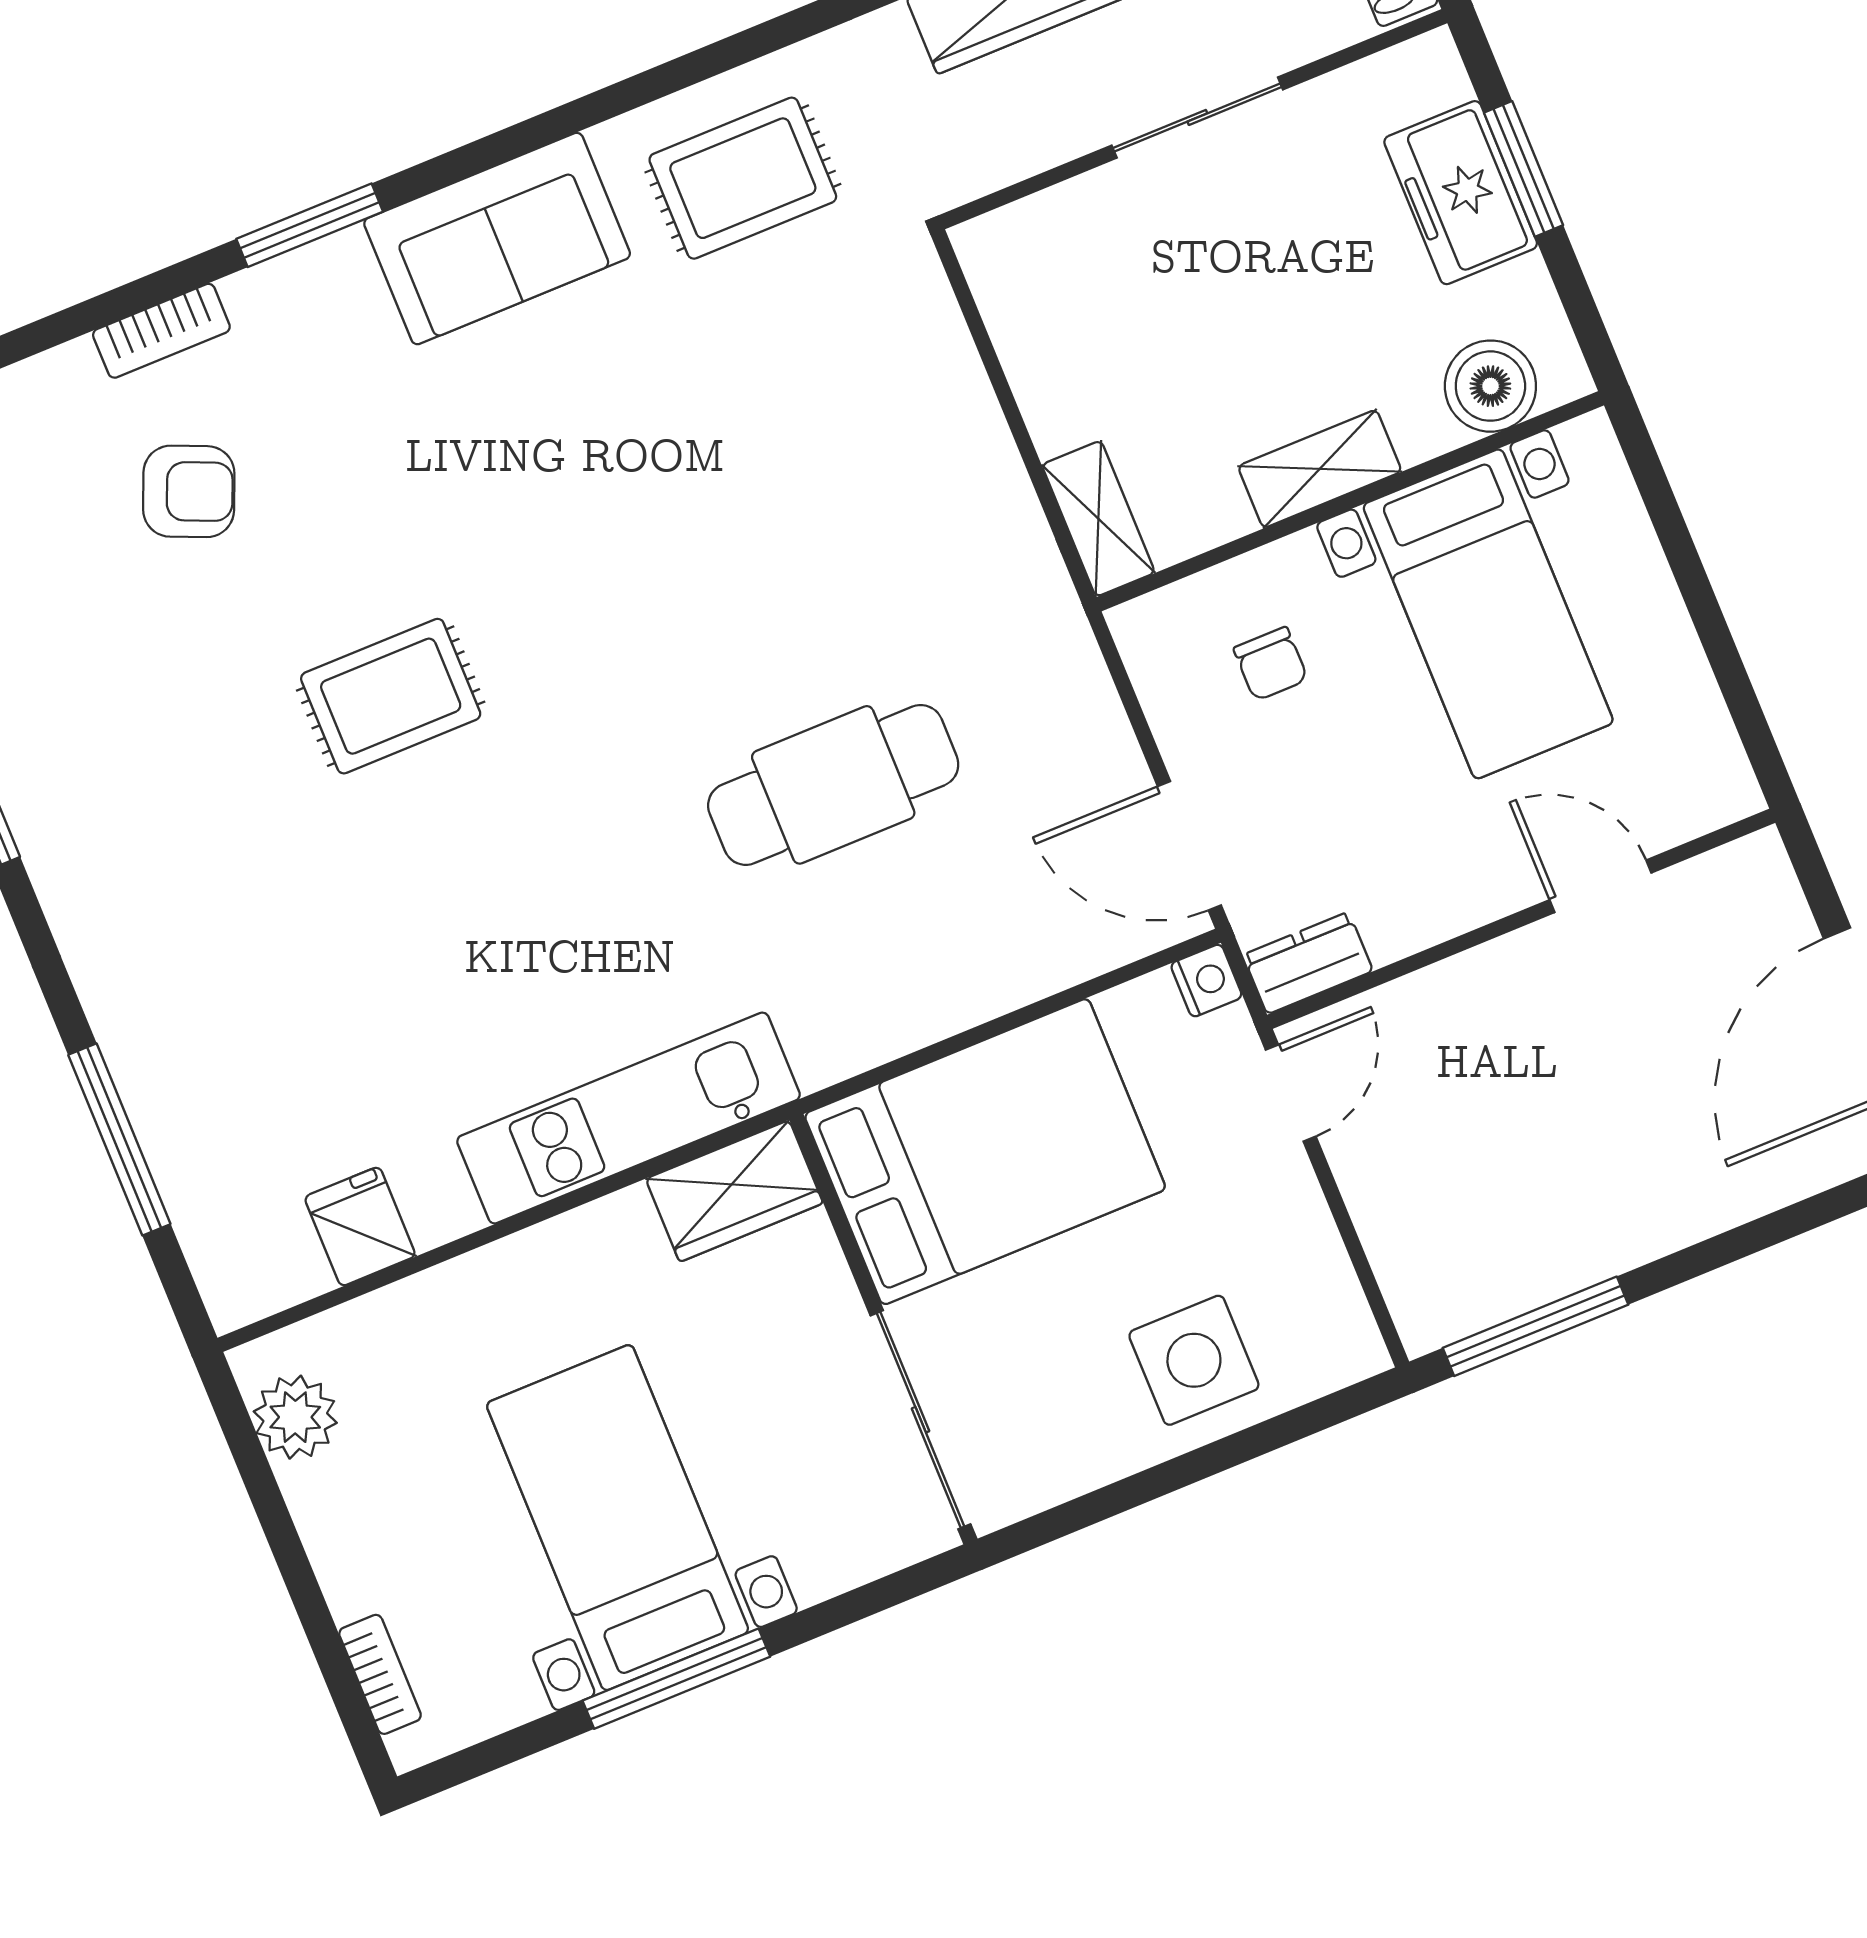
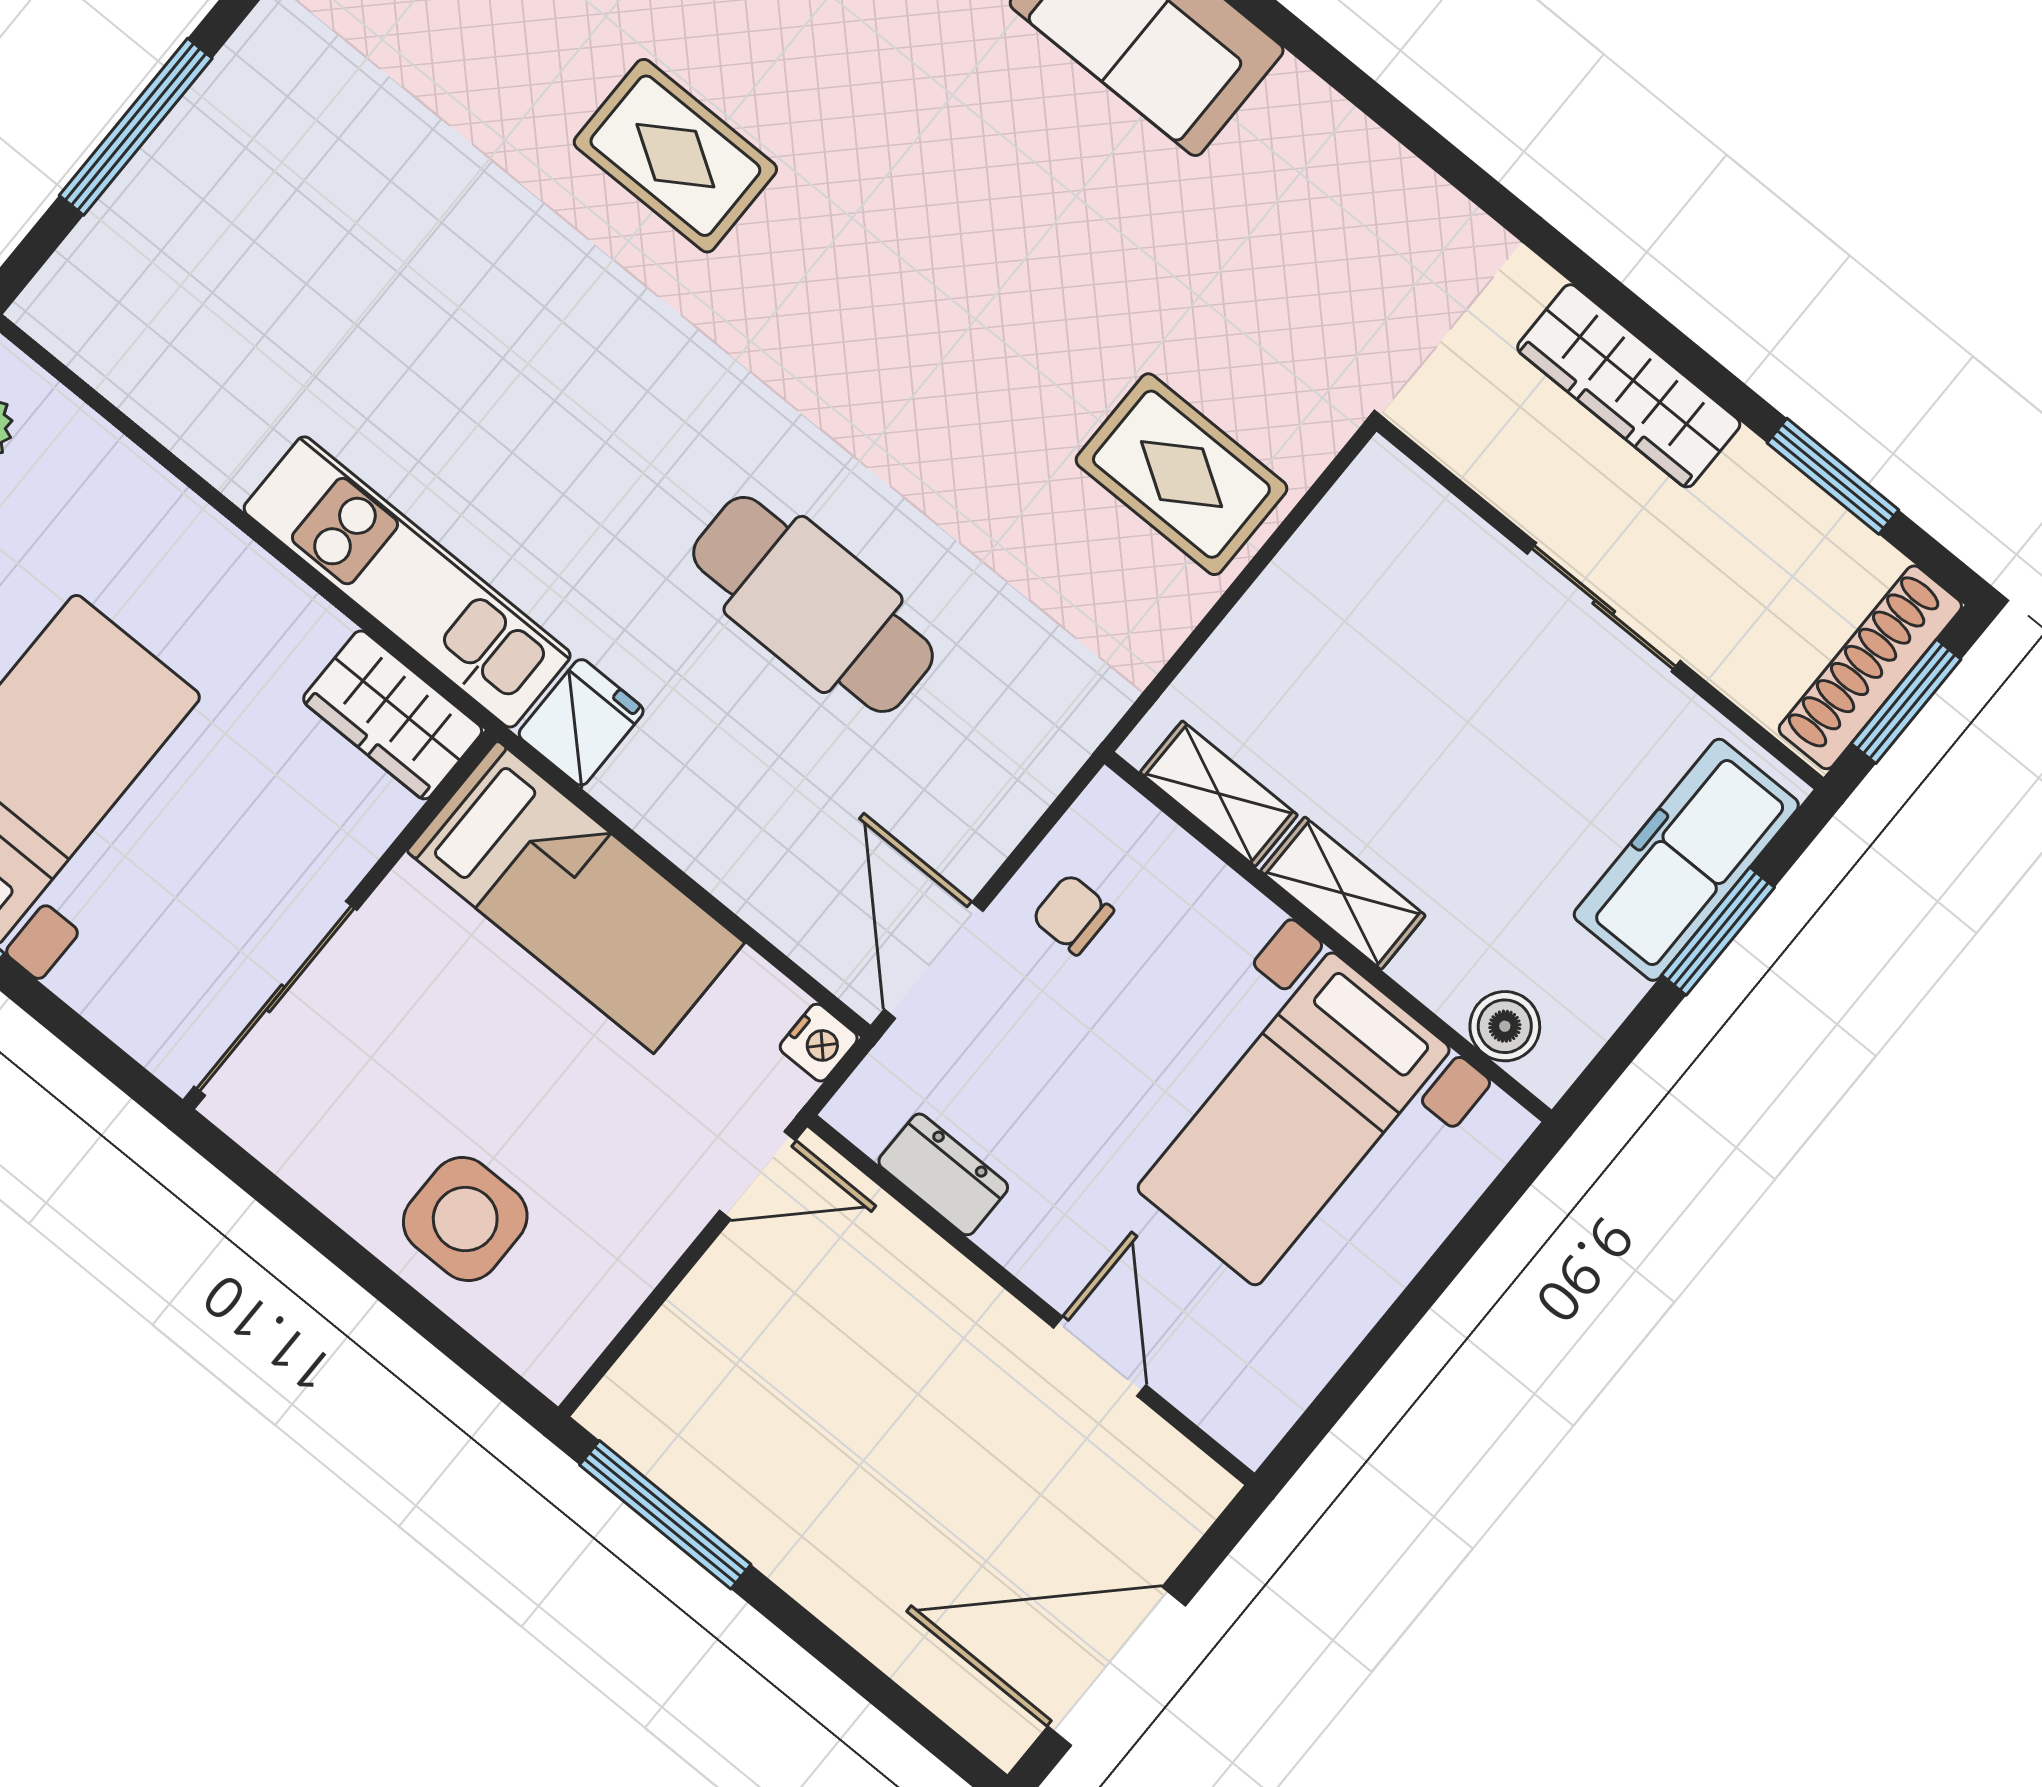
rug: (743, 178) -> (1181, 474), moved
freezer: (1461, 193) -> (1686, 860), width x1.40
boiler: (1490, 386) -> (1505, 1026), width x0.73, depth x0.73
shelving: (1098, 519) -> (1219, 794), moved, turned 90
chair: (1271, 664) -> (1073, 914), moved, turned 90
dresser: (1308, 963) -> (943, 1174), moved
bed: (985, 1152) -> (575, 897), width x0.67
fridge: (360, 1226) -> (581, 722), moved

